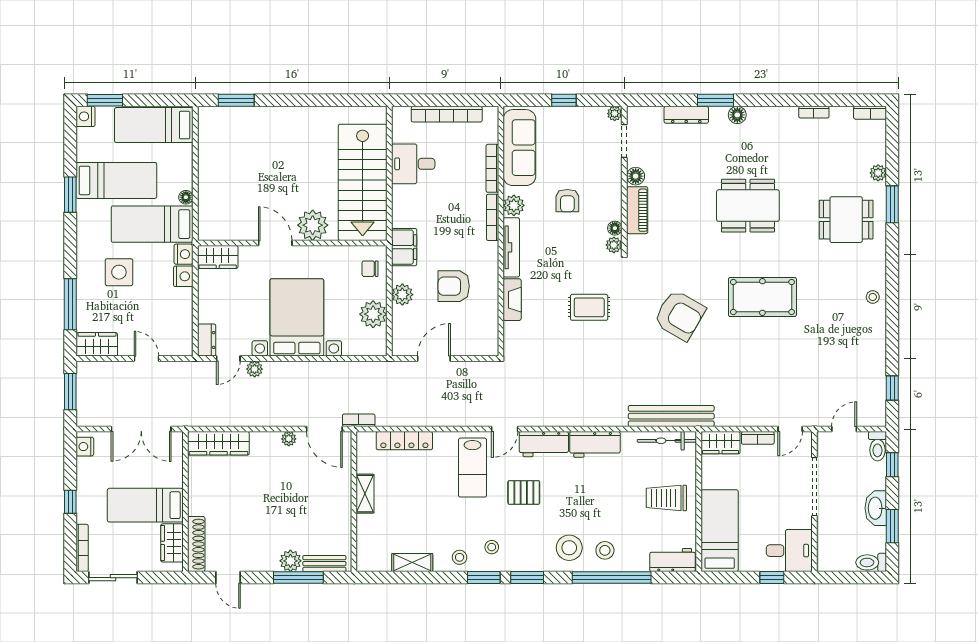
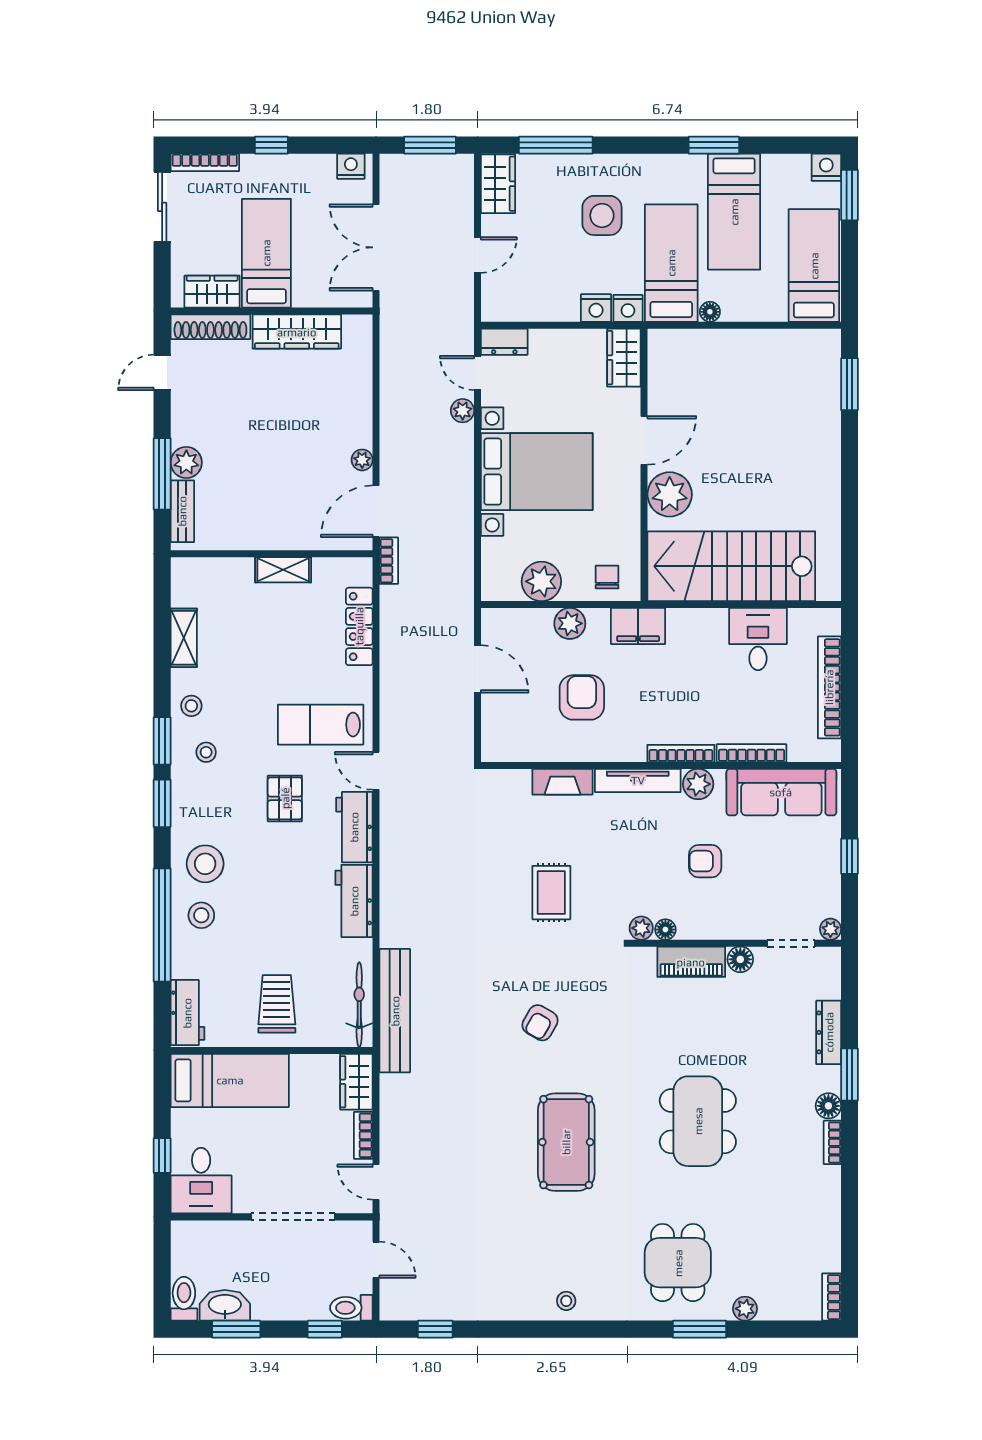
bookcase: (814, 112) -> (832, 1142), moved
armchair: (680, 315) -> (540, 1023), width x0.53, depth x0.53
wardrobe: (218, 443) -> (297, 332), moved, turned -90
washbasin: (876, 508) -> (225, 1305), moved

